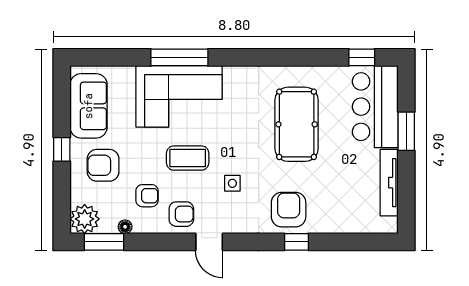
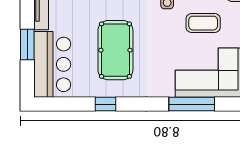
window: (179, 57) -> (192, 104), moved
window: (362, 57) -> (105, 104), moved

